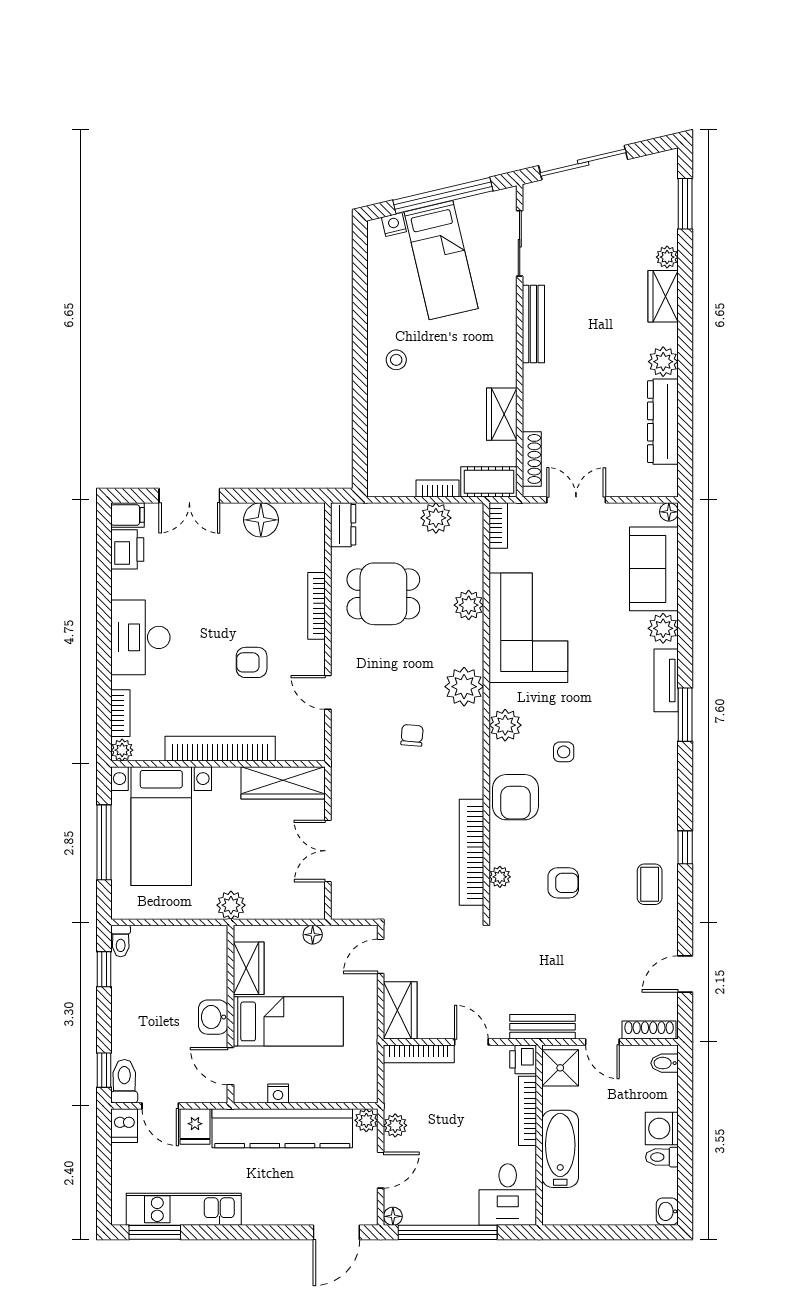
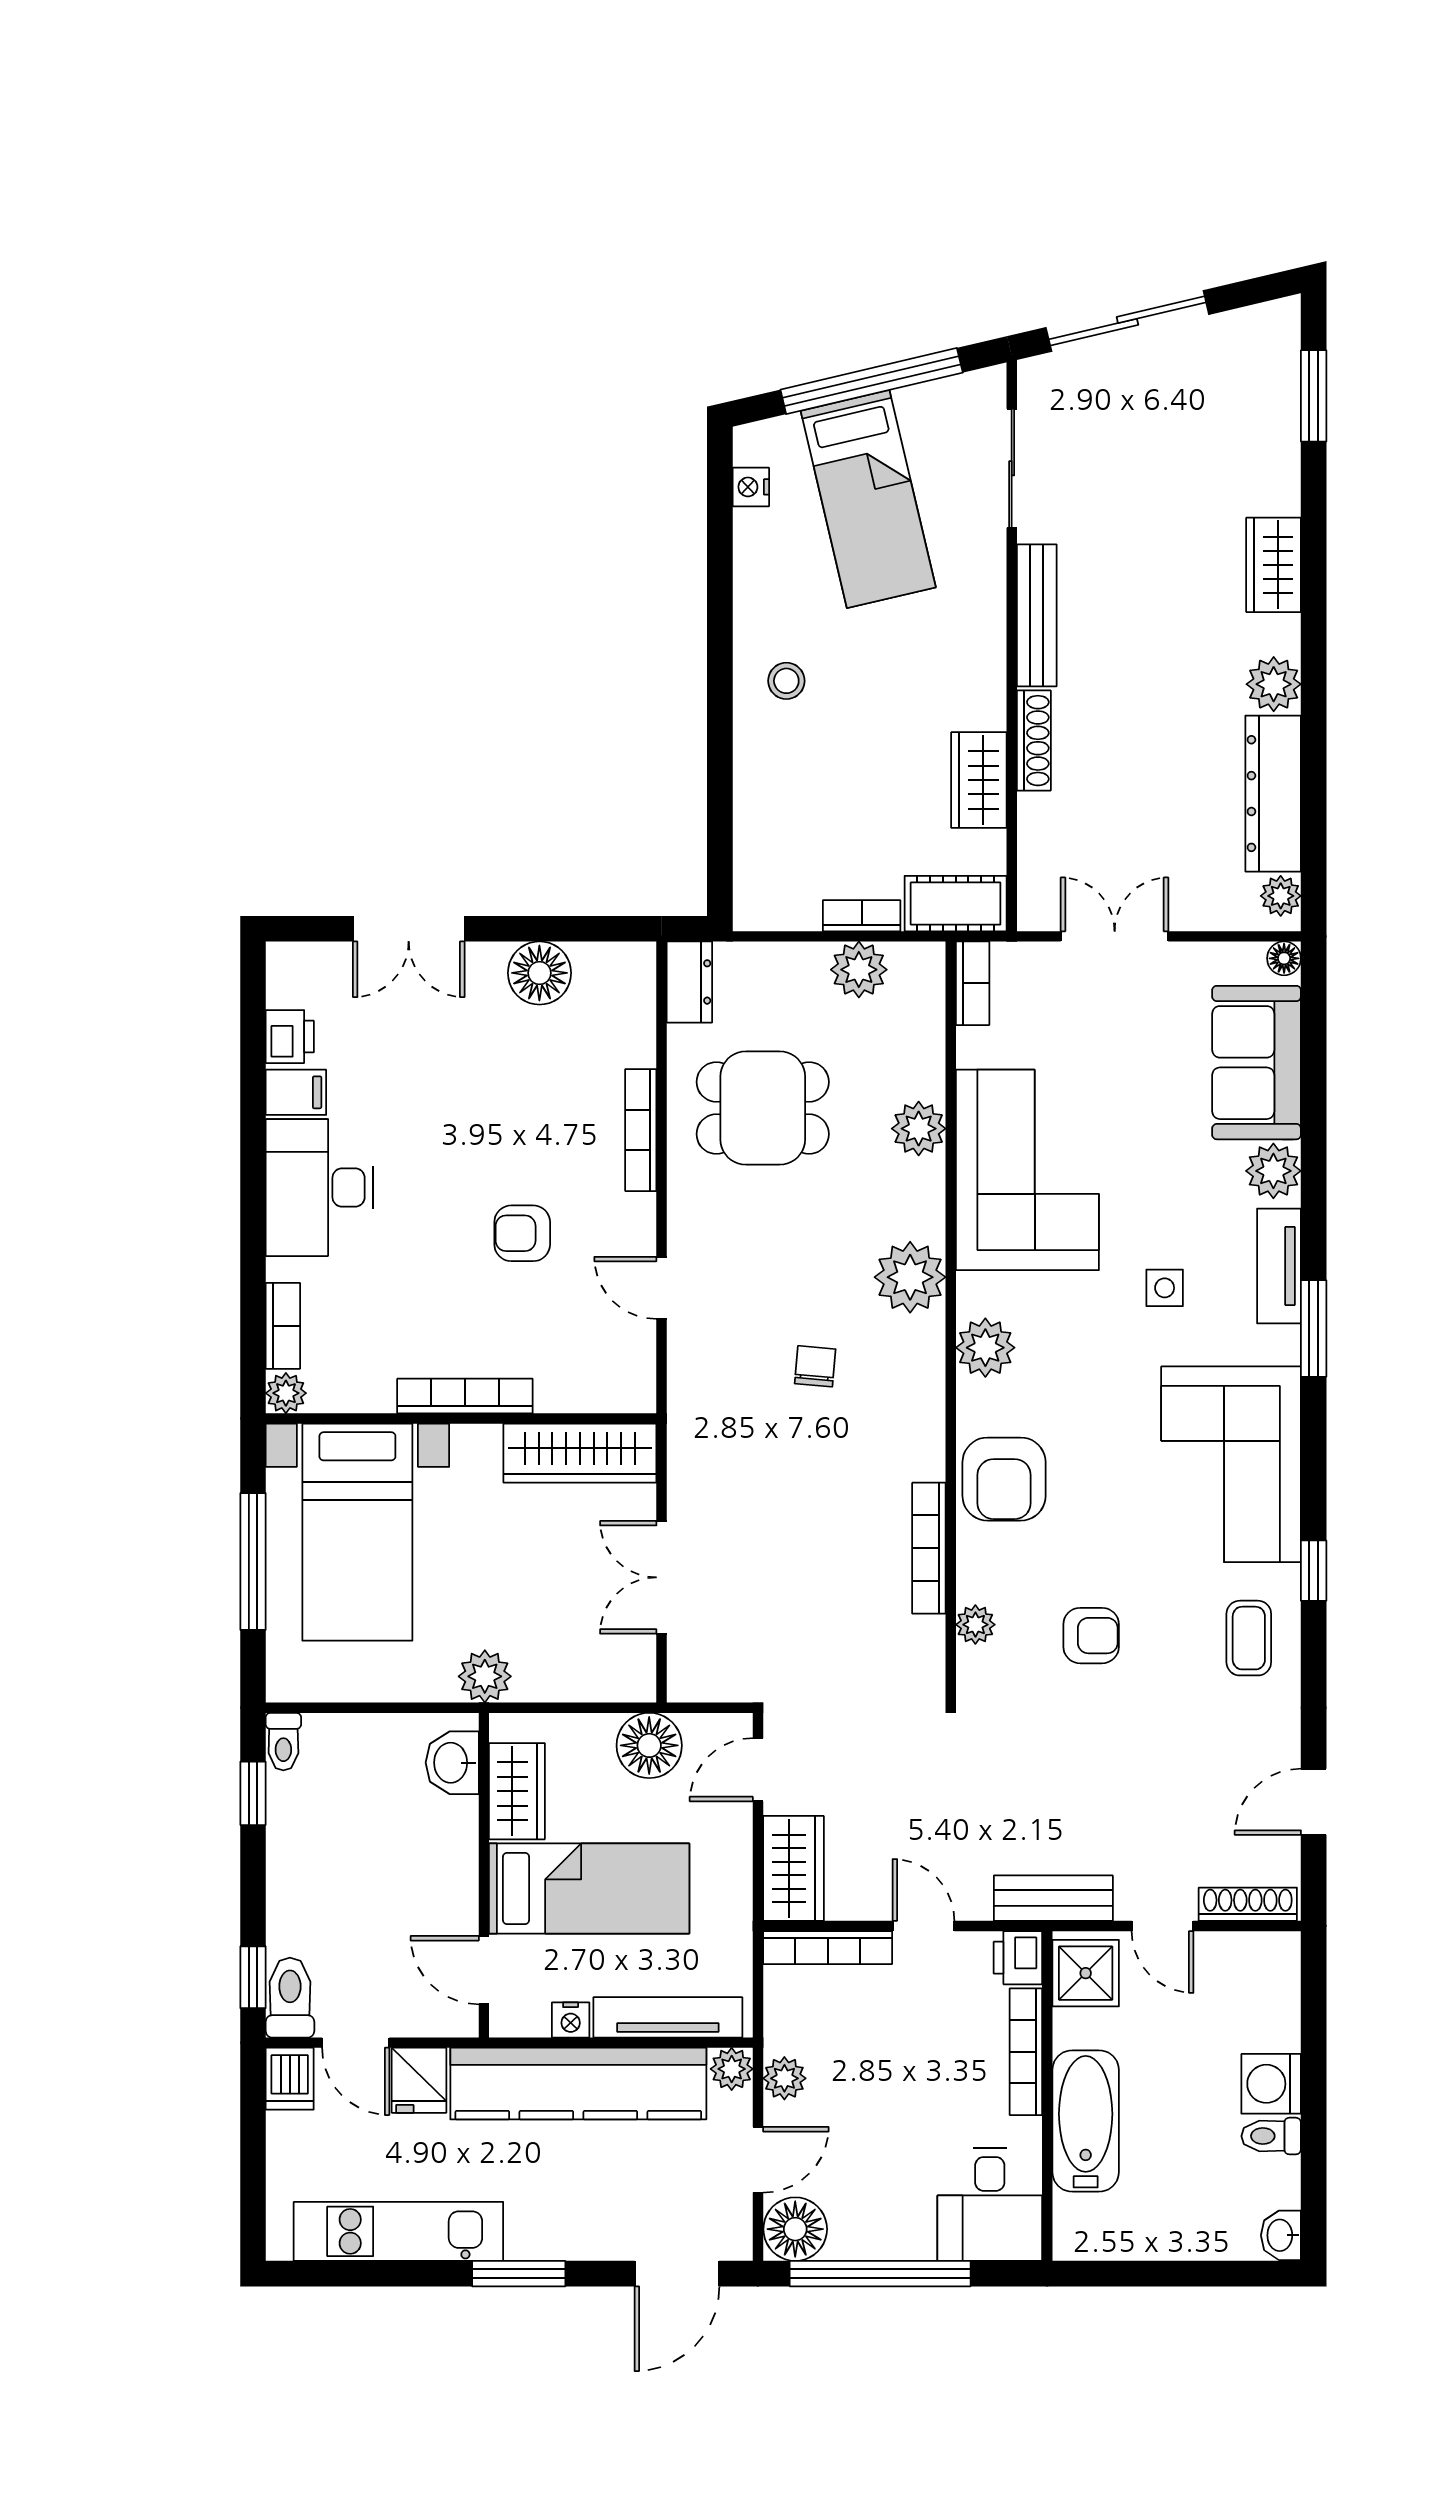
nightstand: (394, 225) -> (751, 487), moved, turned -77
plant: (667, 257) -> (1281, 896), moved
shoe rack: (532, 459) -> (1034, 741), moved
filing cabinet: (128, 515) -> (296, 1092), moved
printer: (127, 549) -> (290, 1037), width x0.73, depth x0.81
bookcase: (220, 749) -> (465, 1396), width x0.68, depth x0.76
side table: (564, 752) -> (1165, 1288), moved
corner sofa: (640, 789) -> (1231, 1464), added
bookcase: (471, 852) -> (929, 1548), width x0.68, depth x0.76
floor lamp: (313, 935) -> (649, 1745), width x1.89, depth x1.89
washbasin: (213, 1017) -> (452, 1763), moved
bidet: (665, 1063) -> (1276, 1964), removed
tv unit: (331, 1092) -> (668, 2017), added
floor lamp: (393, 1216) -> (795, 2229), width x1.89, depth x1.89
window: (155, 1232) -> (519, 2274), moved

